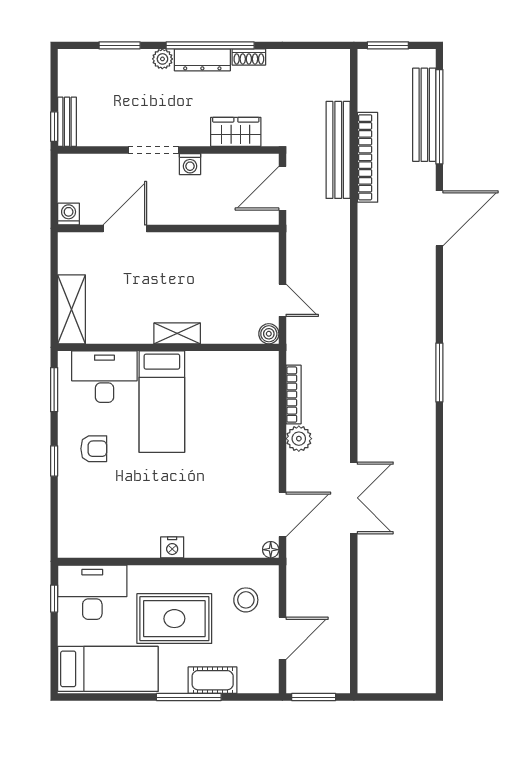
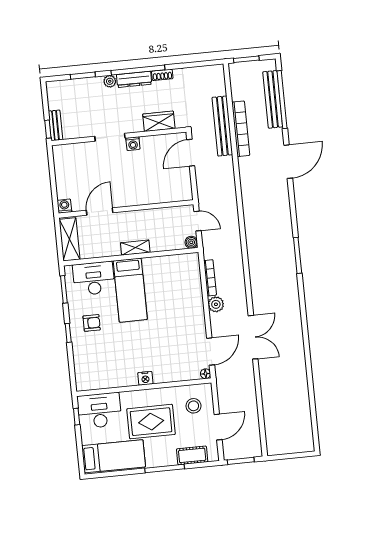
washing machine: (69, 214) -> (64, 206), moved
door: (125, 228) -> (100, 211), moved
wall: (168, 228) -> (126, 209), moved
cot: (213, 680) -> (192, 455), moved

